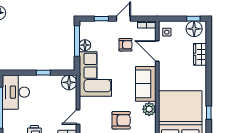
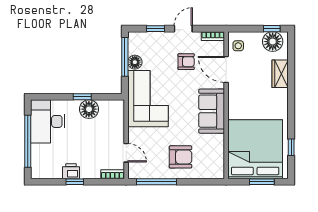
floor lamp: (69, 82) -> (89, 109), moved
plant: (149, 109) -> (216, 143), removed
door: (78, 117) -> (126, 153), swing flipped

